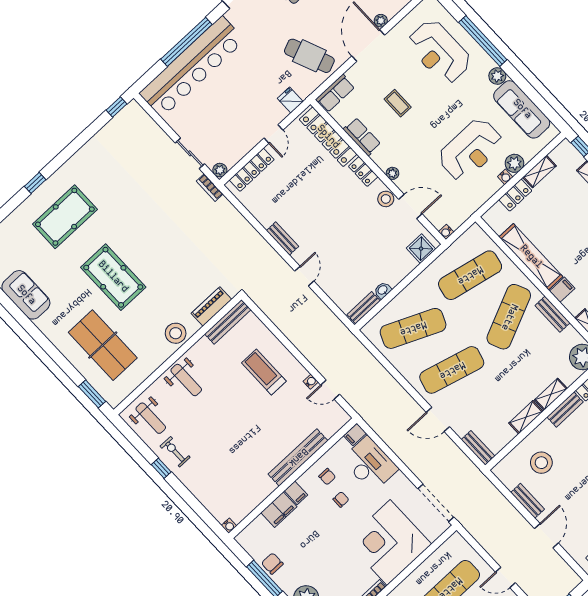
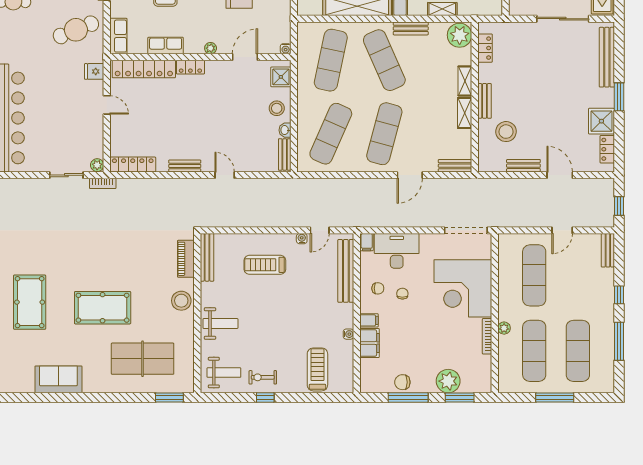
locker: (252, 170) -> (133, 164), moved, turned -90
stool: (386, 199) -> (277, 108), moved
bench: (565, 409) -> (485, 101), moved
bench: (298, 457) -> (346, 271), moved
treadmill: (221, 488) -> (317, 369), added
water cooler: (229, 526) -> (348, 334), moved

